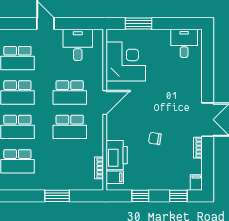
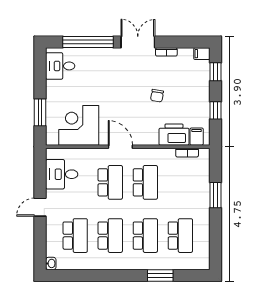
window: (208, 71) -> (88, 42), added

